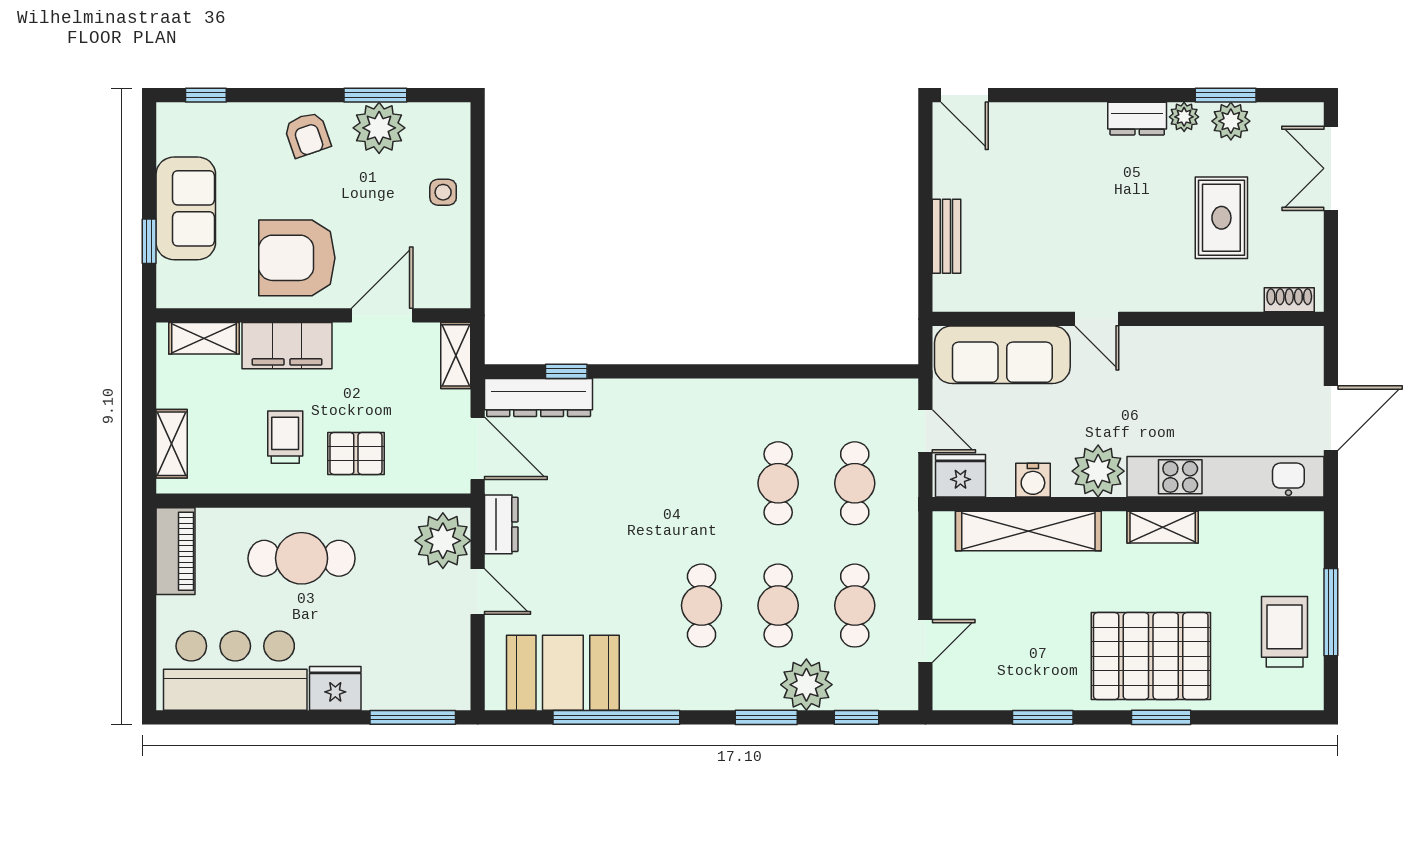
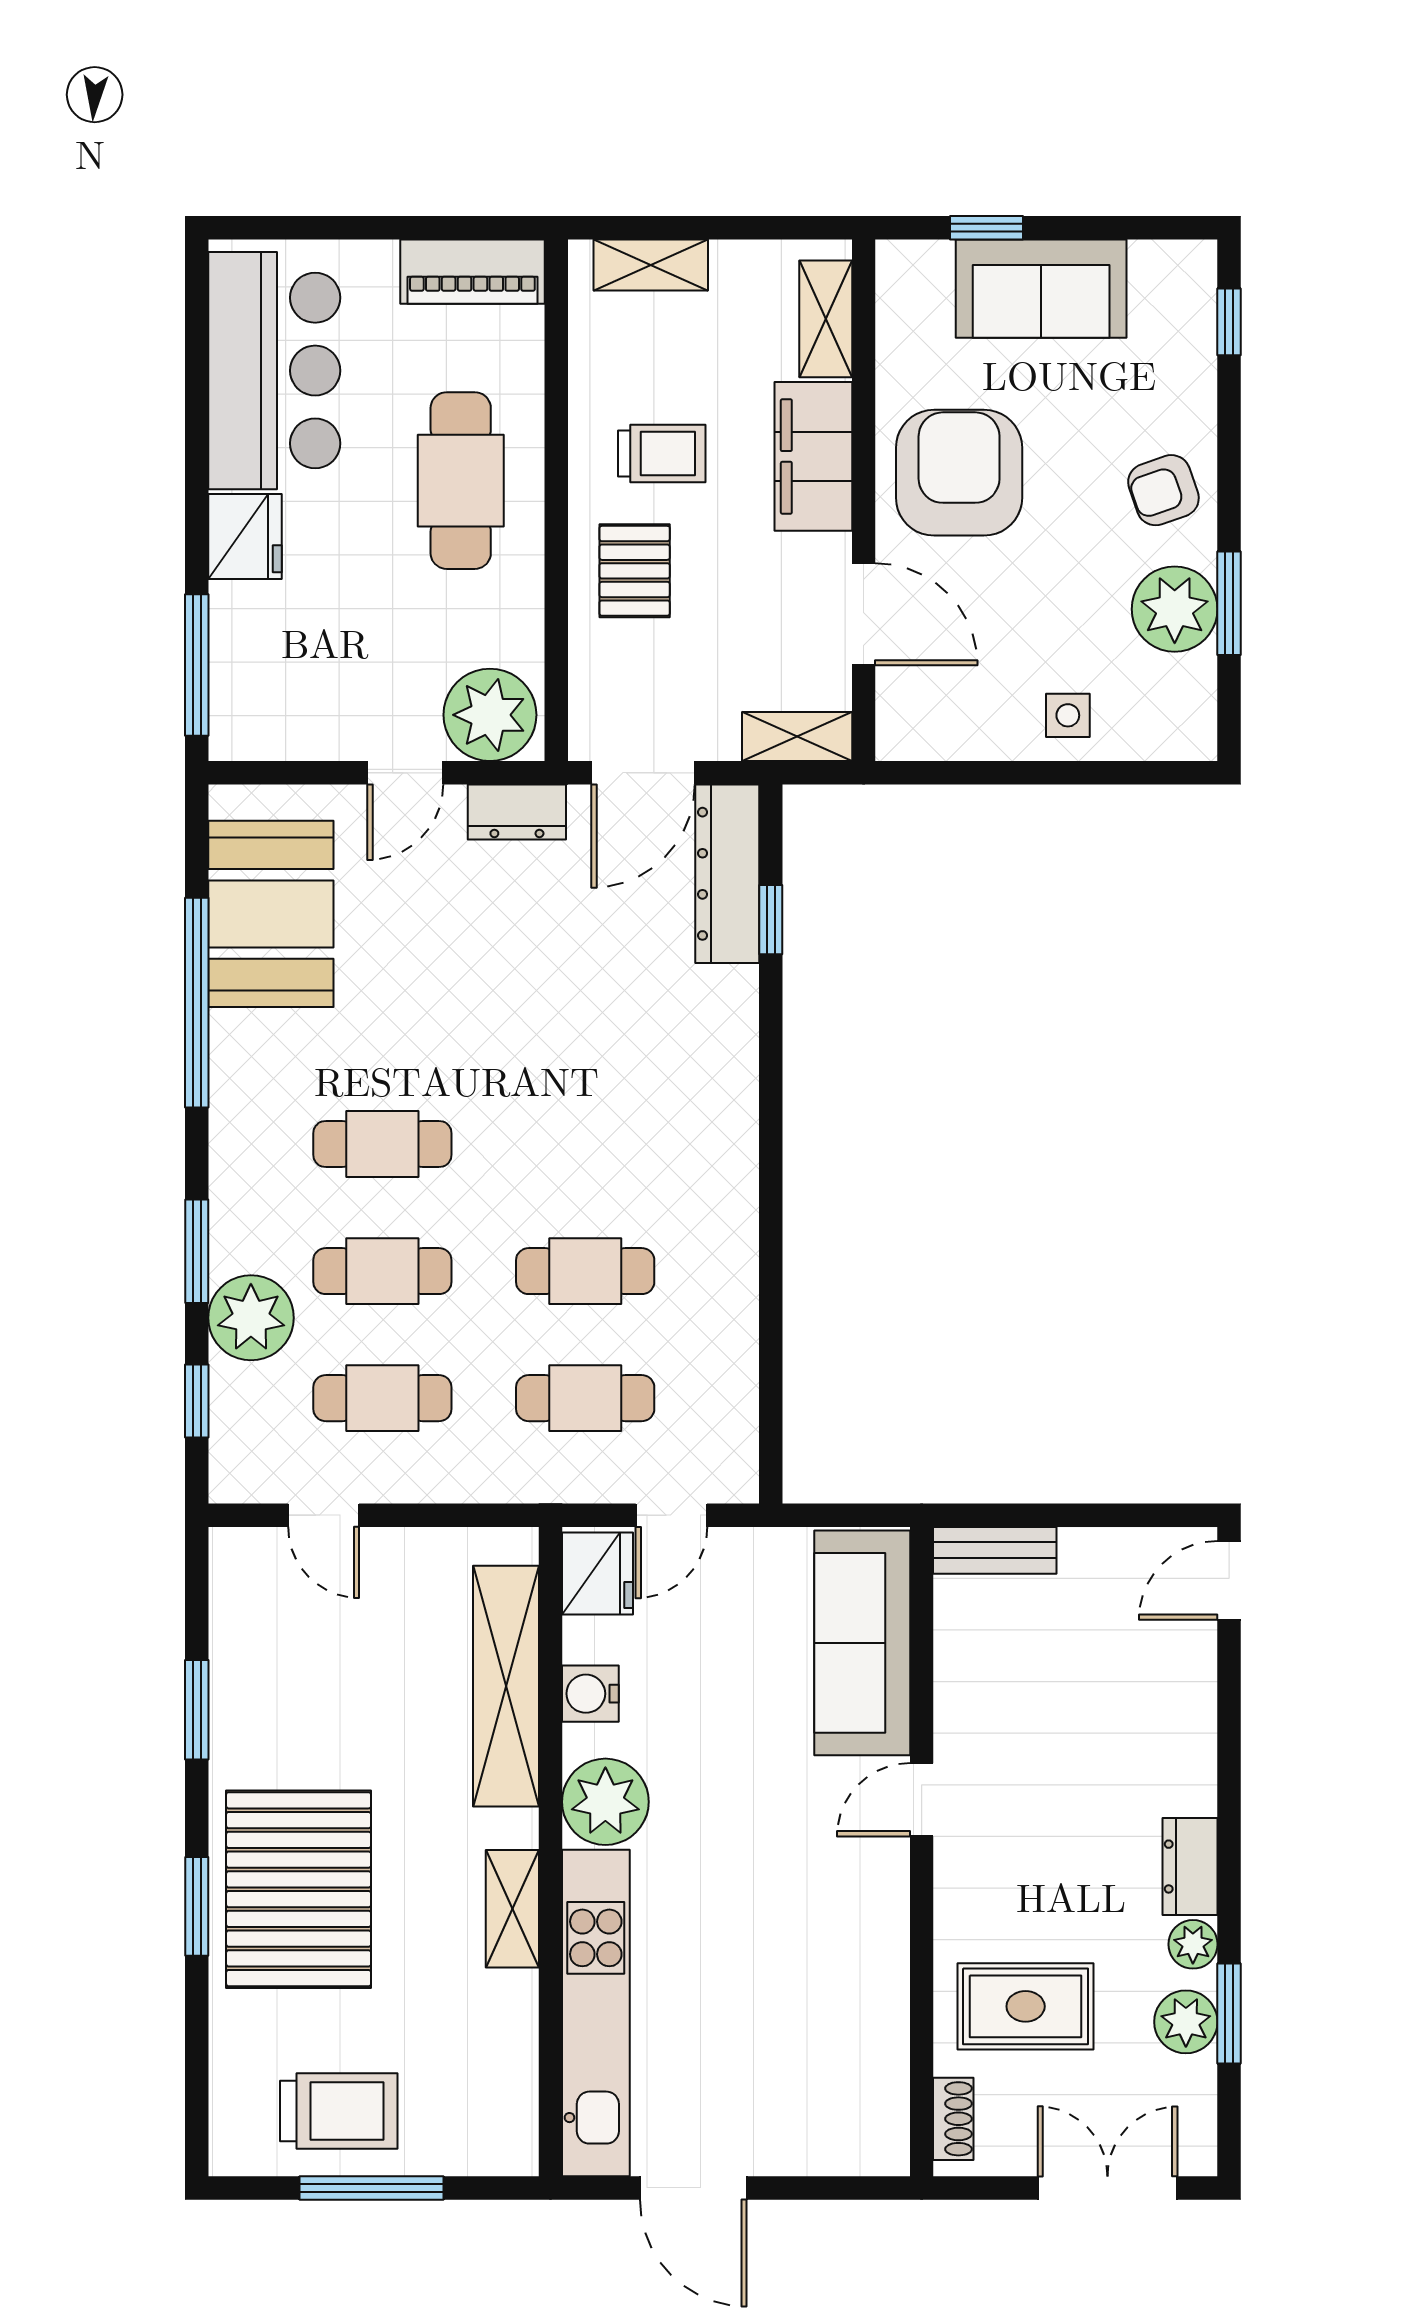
shoe rack: (1289, 300) -> (953, 2119), moved
door: (1097, 319) -> (922, 1800), moved
wall: (1128, 319) -> (922, 1852), moved
sofa: (1002, 355) -> (862, 1643), moved

